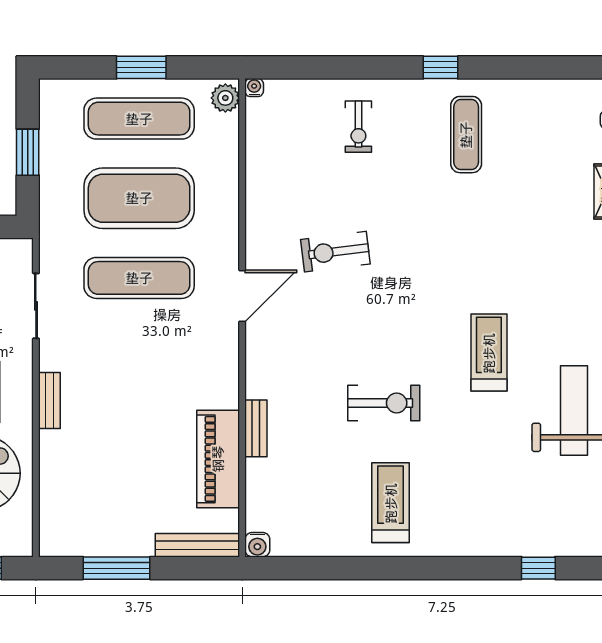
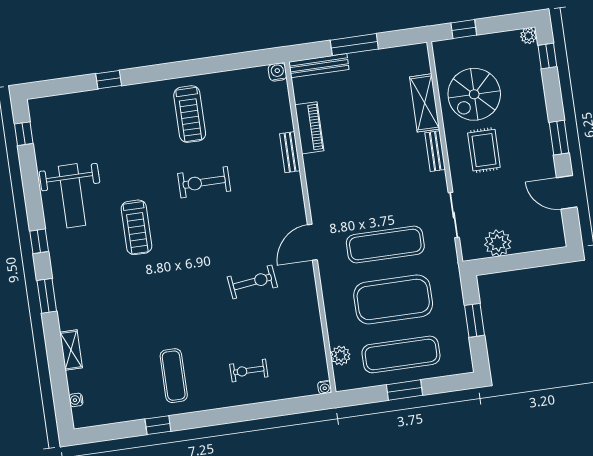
window: (440, 67) -> (158, 425), moved
plant: (225, 98) -> (340, 356), moved
exercise bike: (358, 127) -> (249, 371), turned -90
piano: (218, 459) -> (309, 128), width x0.73, depth x0.75
shelving: (55, 471) -> (425, 103), added
window: (117, 568) -> (354, 45), moved
window: (538, 568) -> (109, 80), moved

